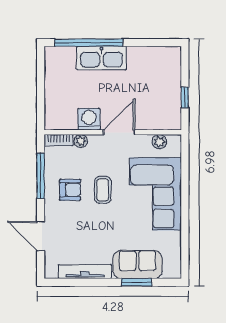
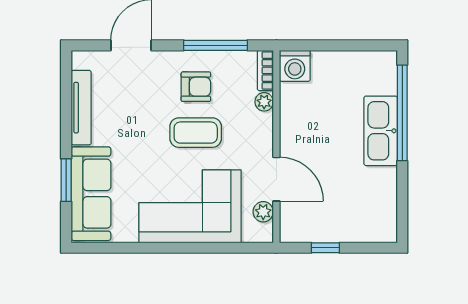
washing machine: (89, 119) -> (295, 66), moved, turned 90
door: (119, 132) -> (276, 179), moved
armchair: (70, 190) -> (196, 87), turned -90
coffee table: (103, 190) -> (196, 133), width x1.36, depth x1.30
sofa: (137, 265) -> (91, 194), width x1.36

